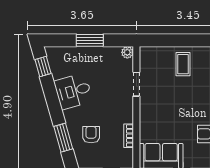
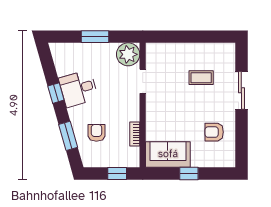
plant: (127, 52) -> (128, 54), width x1.88, depth x1.88
coffee table: (183, 64) -> (201, 78), moved, turned 90
window: (43, 67) -> (56, 93), moved

